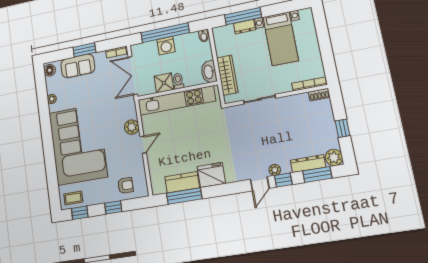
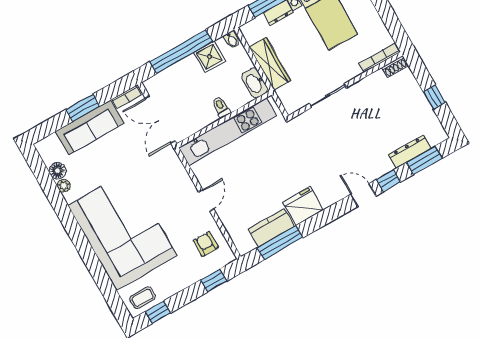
washing machine: (166, 46) -> (189, 68), removed
sofa: (78, 66) -> (90, 127), width x1.36
floor lamp: (50, 70) -> (57, 171), moved
wardrobe: (227, 75) -> (270, 64), moved
shower: (164, 83) -> (209, 57), moved
plant: (132, 127) -> (183, 184), removed
plant: (334, 158) -> (436, 134), removed
plant: (275, 170) -> (375, 173), removed
door: (260, 184) -> (363, 195), swing flipped
armchair: (125, 185) -> (206, 244), moved, turned -90
window: (113, 207) -> (214, 280), moved

